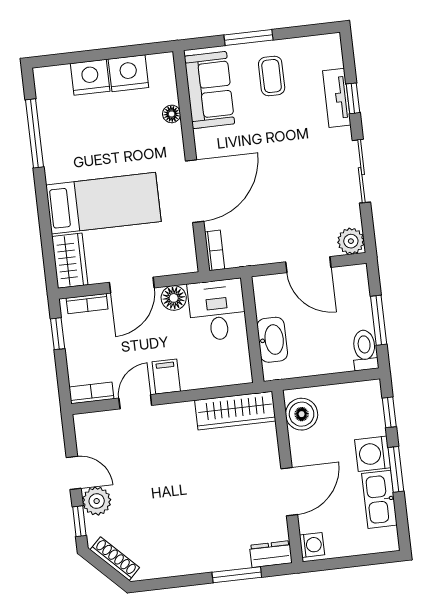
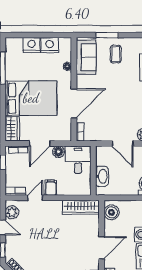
bed: (103, 203) -> (31, 98), width x1.50
plant: (97, 501) -> (12, 212), moved

